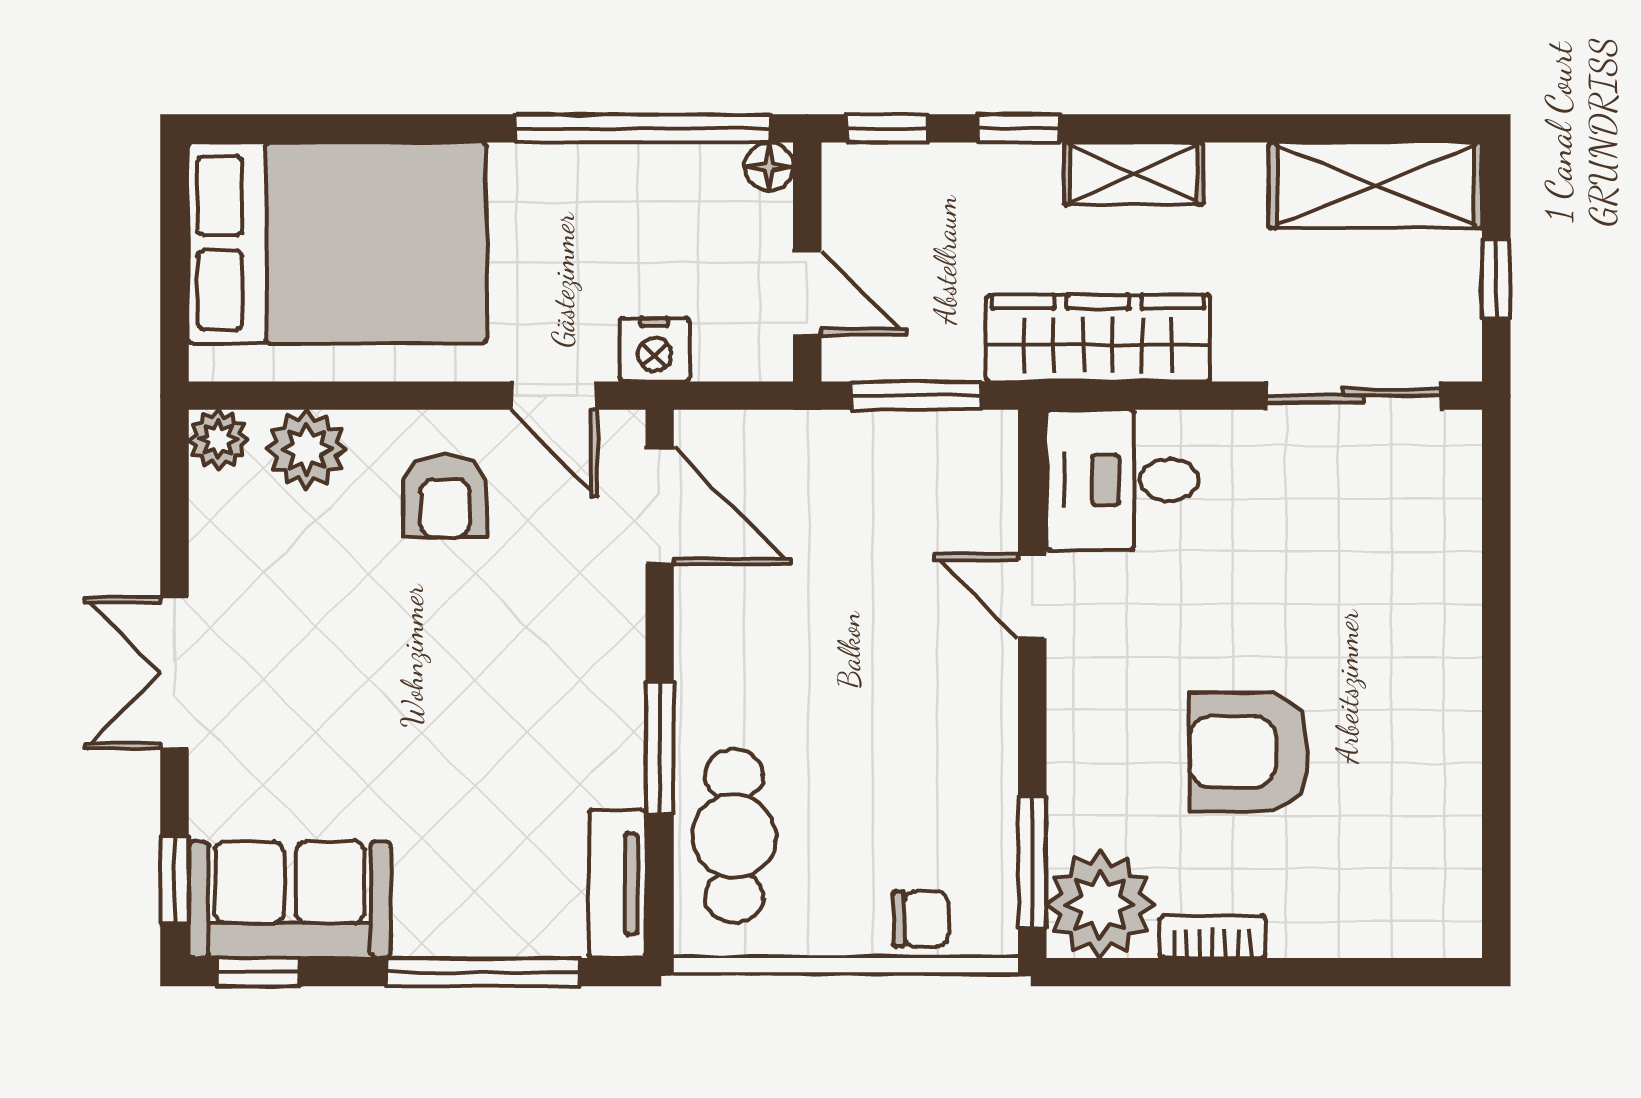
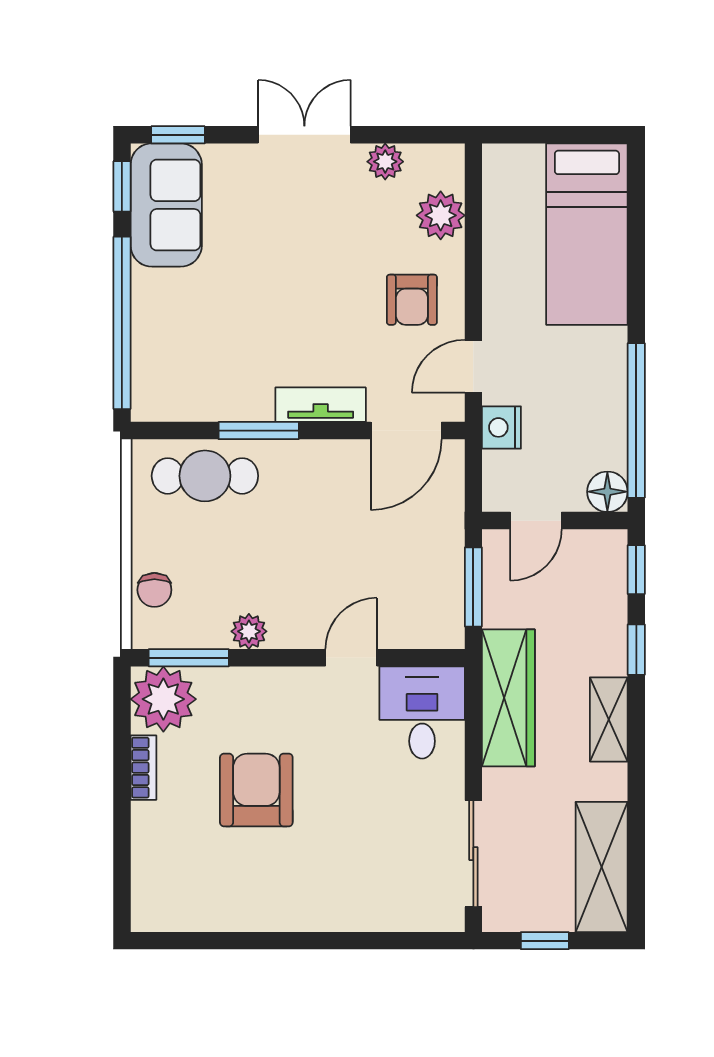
floor lamp: (769, 167) -> (607, 492), width x1.37, depth x1.37
bed: (337, 243) -> (587, 234), width x0.67
plant: (218, 439) -> (385, 162), moved
armchair: (445, 497) -> (412, 300), turned -90
plant: (989, 764) -> (249, 631), added
tv unit: (617, 884) -> (321, 405), moved
window: (483, 972) -> (122, 323), width x1.46

